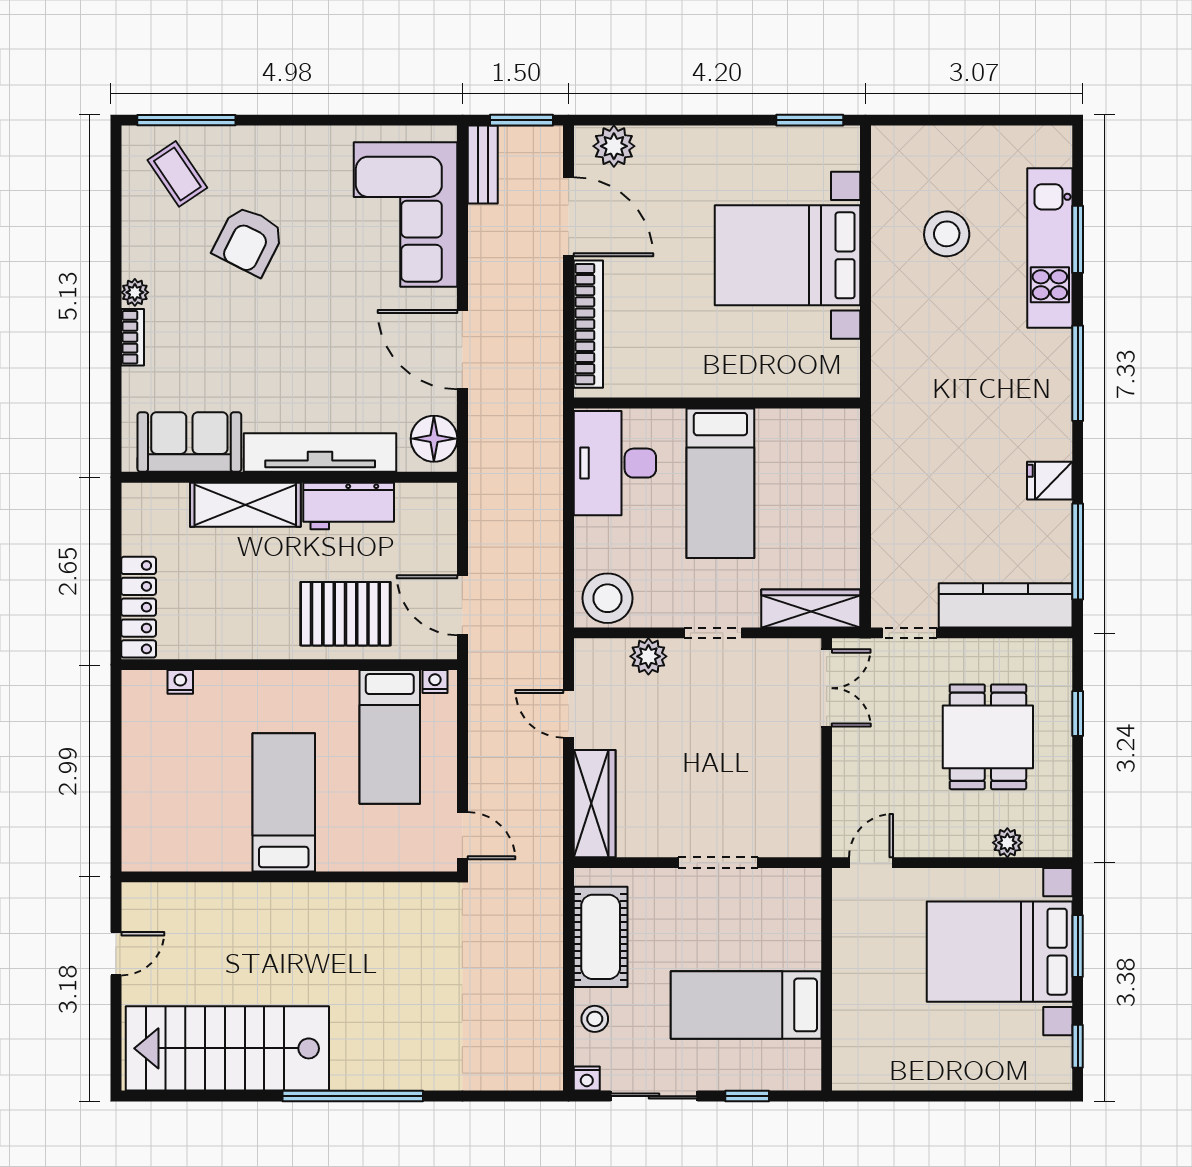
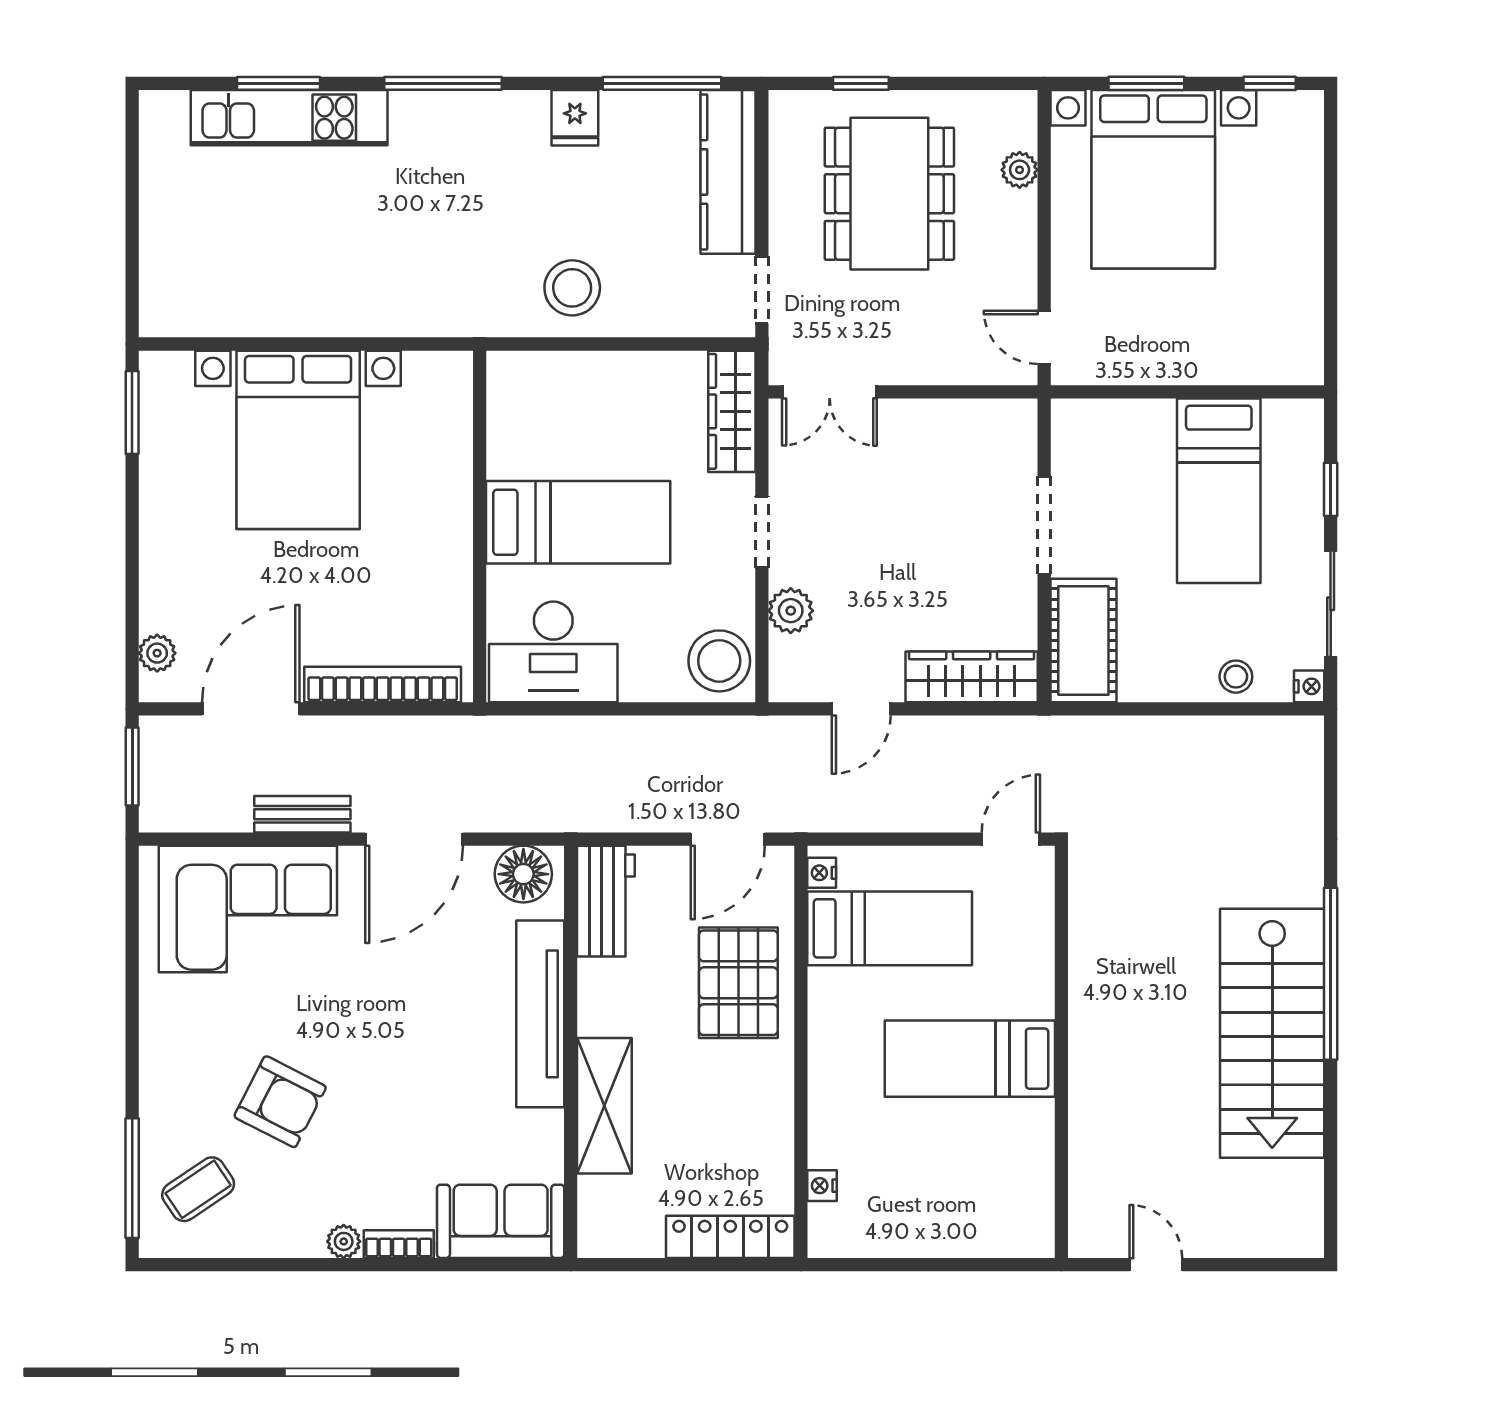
plant: (614, 146) -> (157, 653), width x0.73, depth x0.73
bench: (483, 165) -> (302, 814), moved
stool: (947, 234) -> (572, 288), moved
sofa: (189, 442) -> (501, 1221), moved, turned 90
workbench: (349, 506) -> (606, 901), moved
double door: (827, 688) -> (830, 392), swing flipped
dining table: (988, 737) -> (889, 194), width x1.37
cot: (601, 937) -> (1083, 640), moved, turned 90
stairs: (227, 1048) -> (1272, 1033), moved

